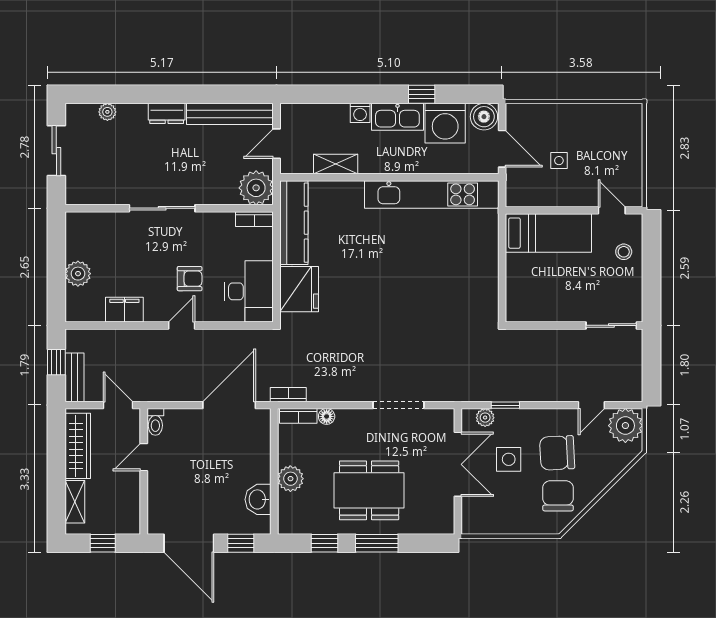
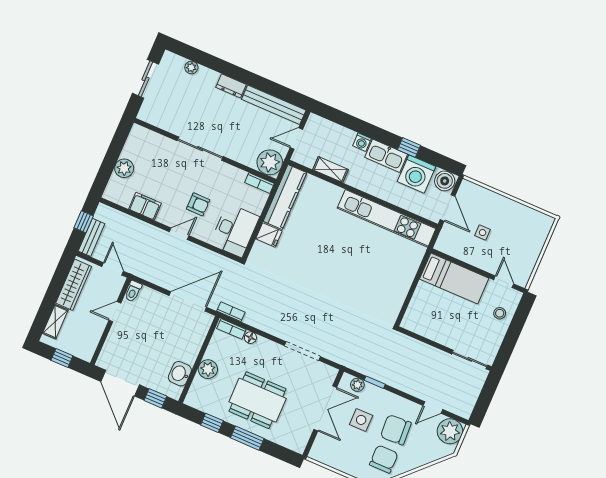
fridge: (299, 289) -> (269, 235), width x0.53, depth x0.75

